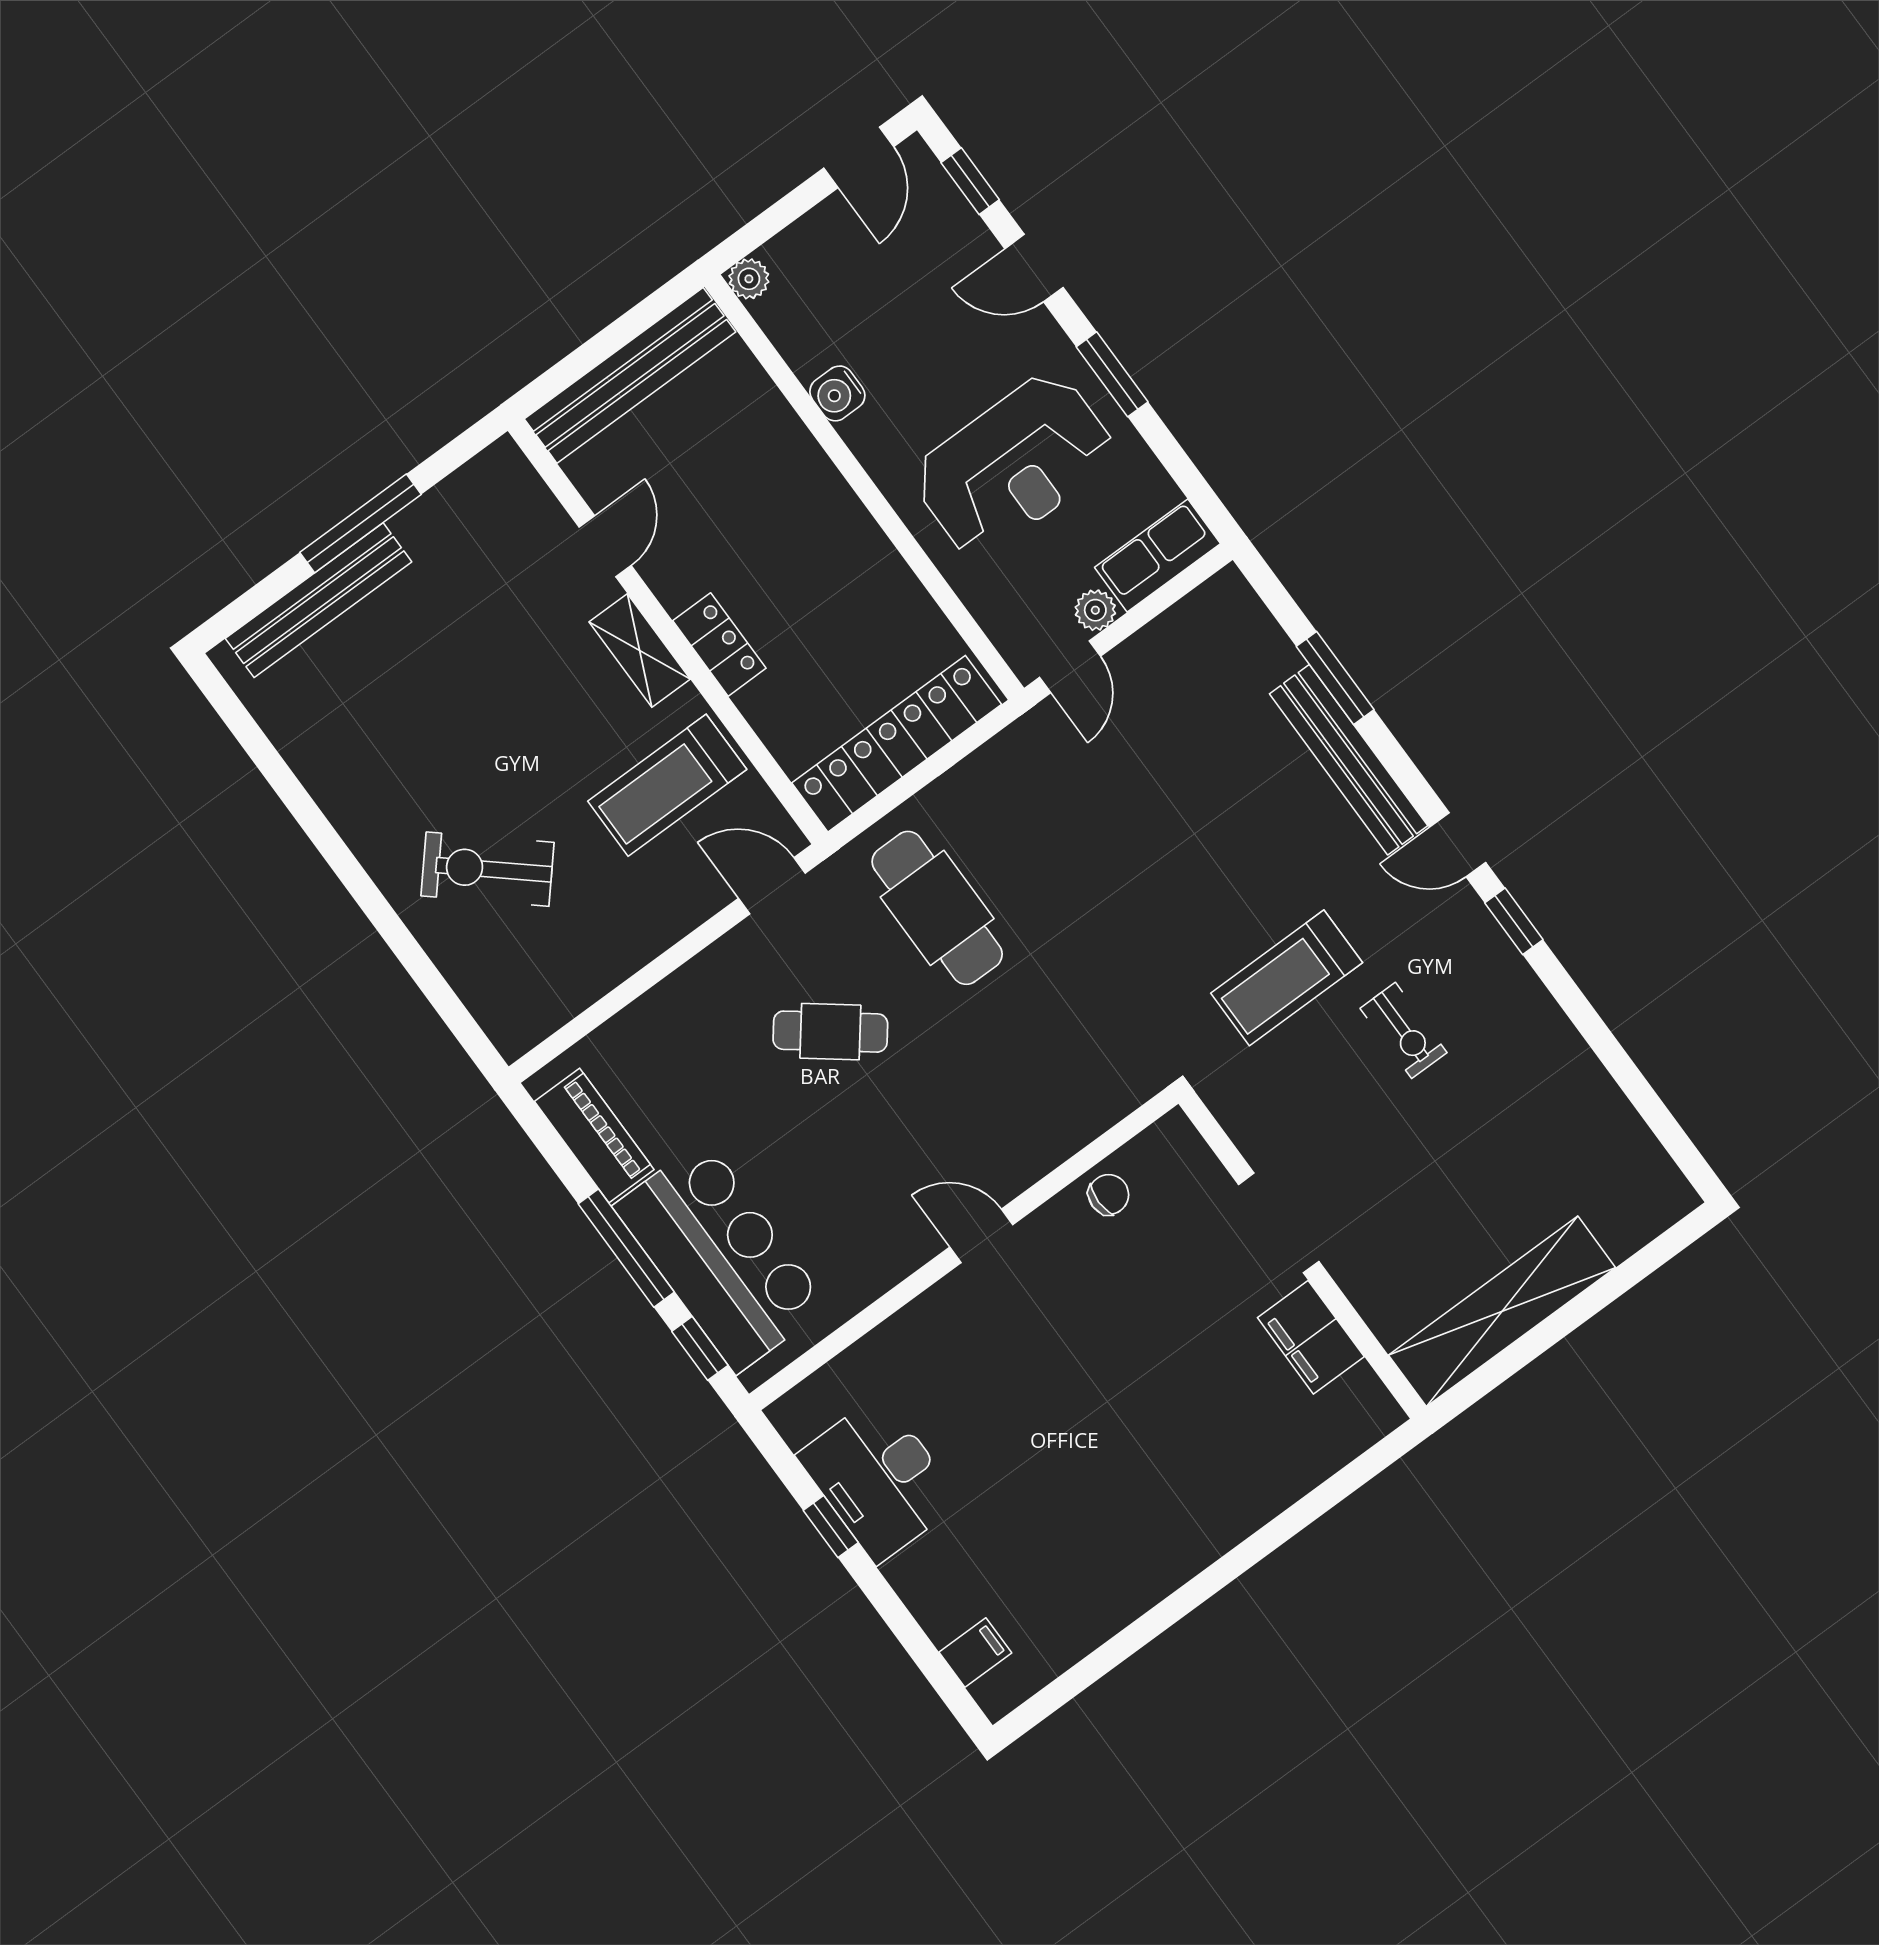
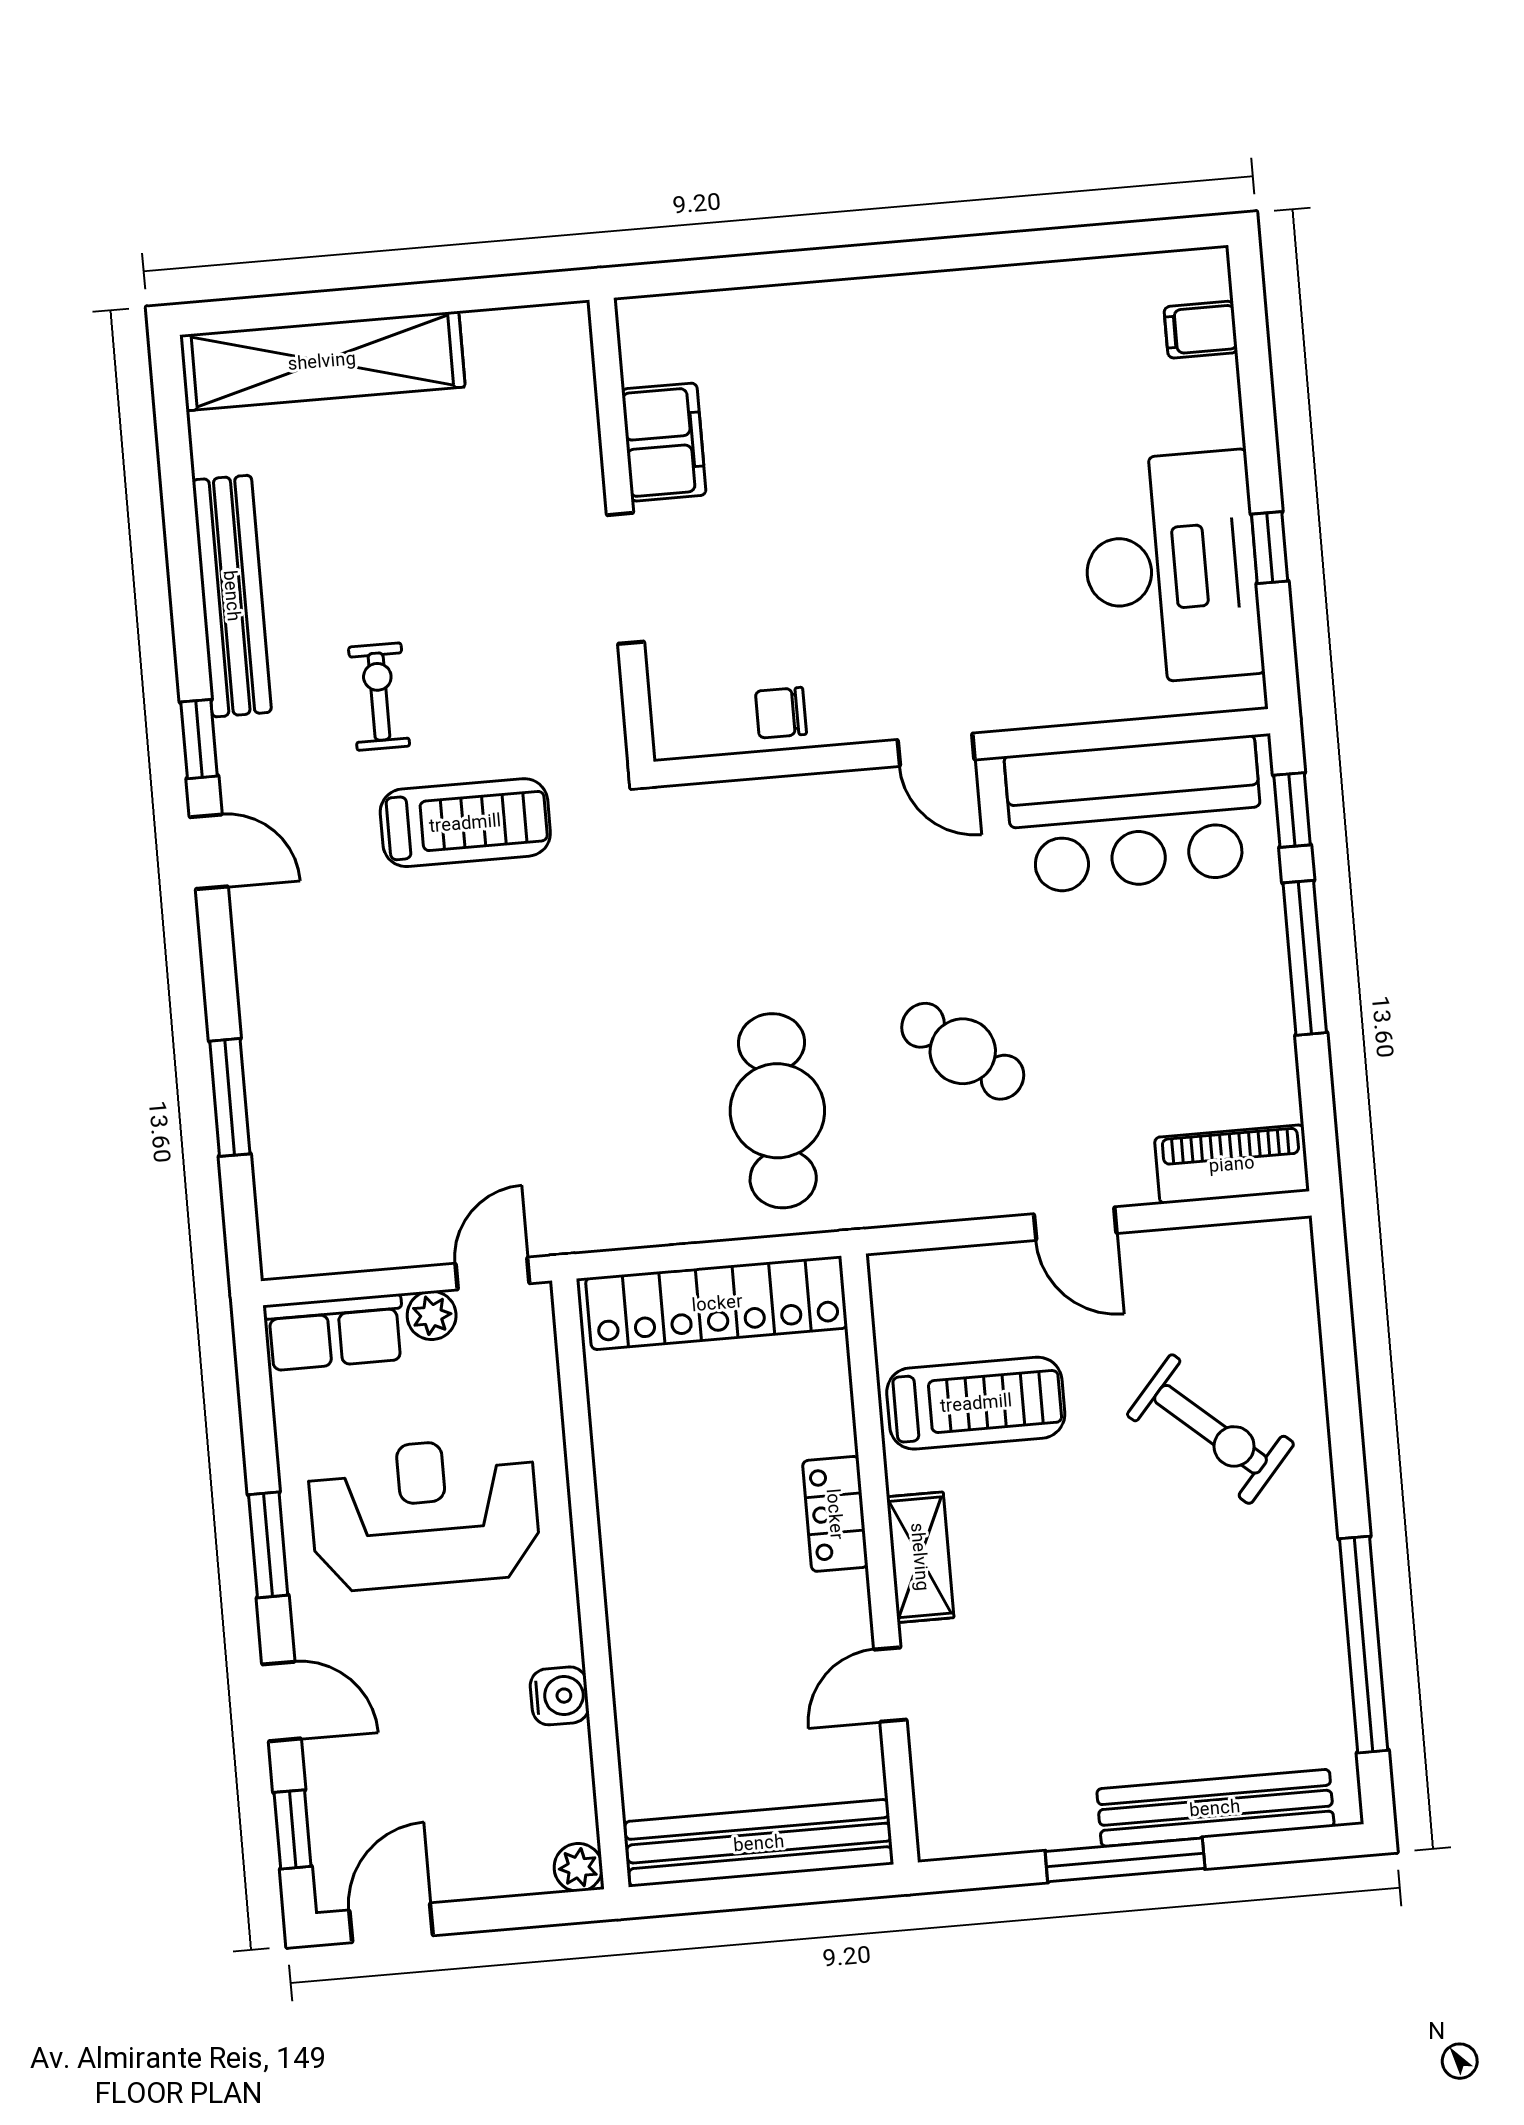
bench: (1349, 760) -> (232, 596), moved
window: (284, 782) -> (1364, 1645), added
door: (772, 886) -> (1075, 1224), moved
piano: (594, 1135) -> (1232, 1164), moved, turned 90
bar counter: (721, 1256) -> (1135, 815), moved, turned -90
shelving: (1502, 1311) -> (322, 361), moved
desk: (879, 1479) -> (1171, 568), width x1.36, depth x1.30

